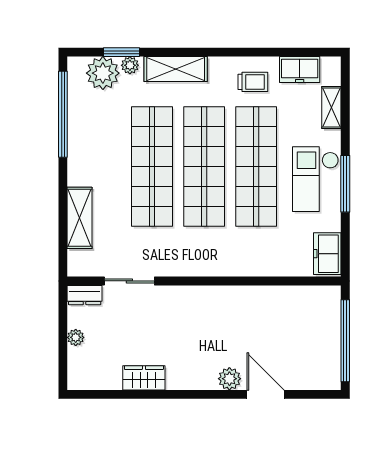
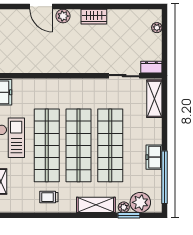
freezer: (300, 70) -> (154, 157), moved, turned -90
shelving: (80, 218) -> (154, 99), moved
plant: (76, 337) -> (157, 28), moved
wardrobe: (144, 378) -> (94, 17), moved

